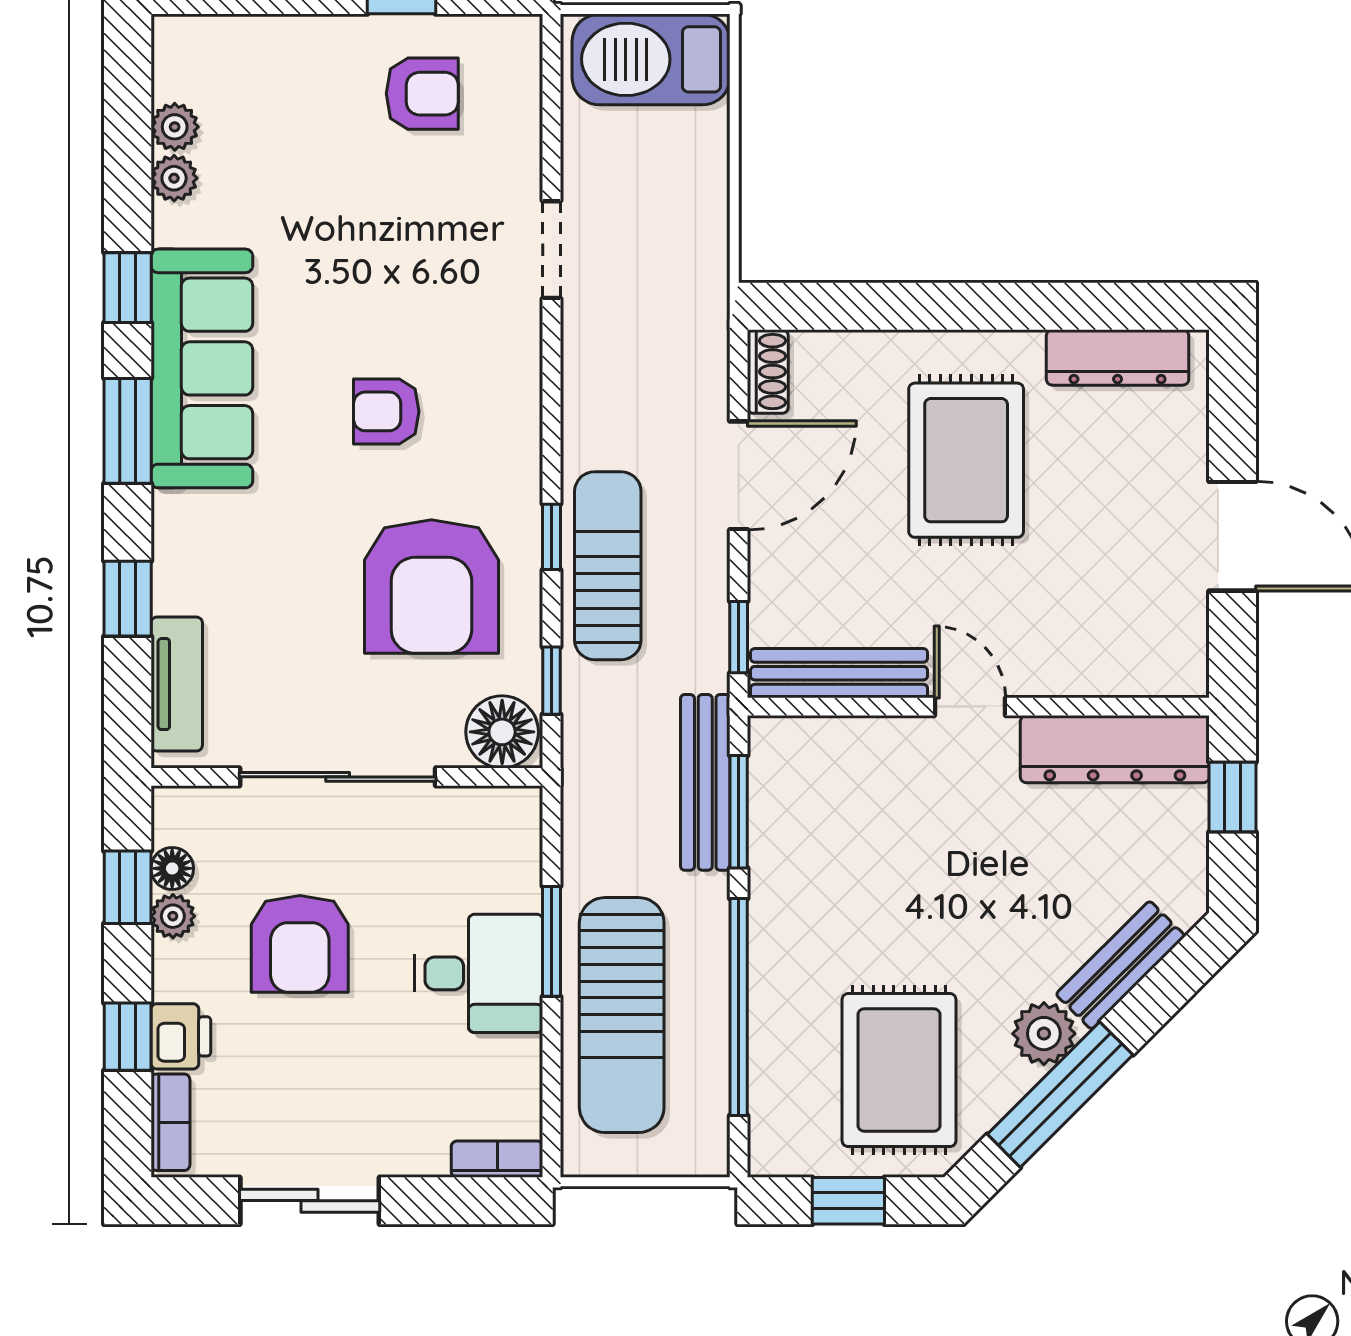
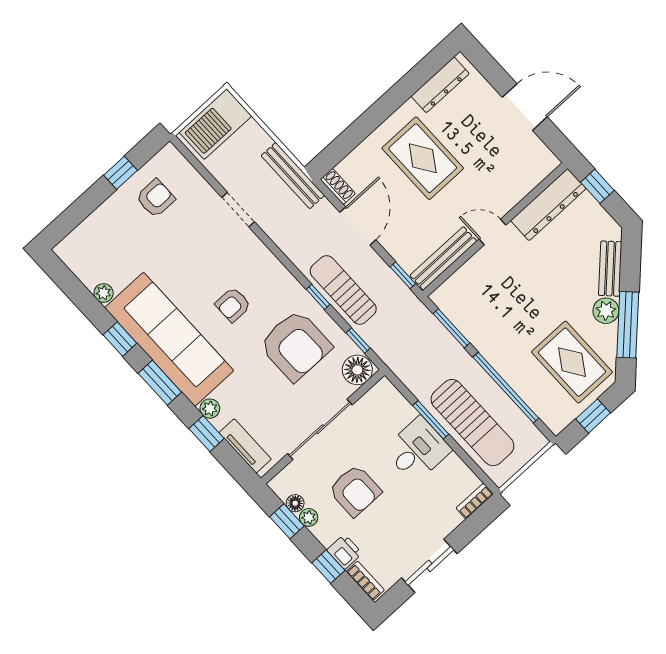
plant: (175, 127) -> (210, 409), moved
sofa: (202, 368) -> (169, 339), width x1.36, depth x1.27
bench: (705, 782) -> (293, 176), moved

